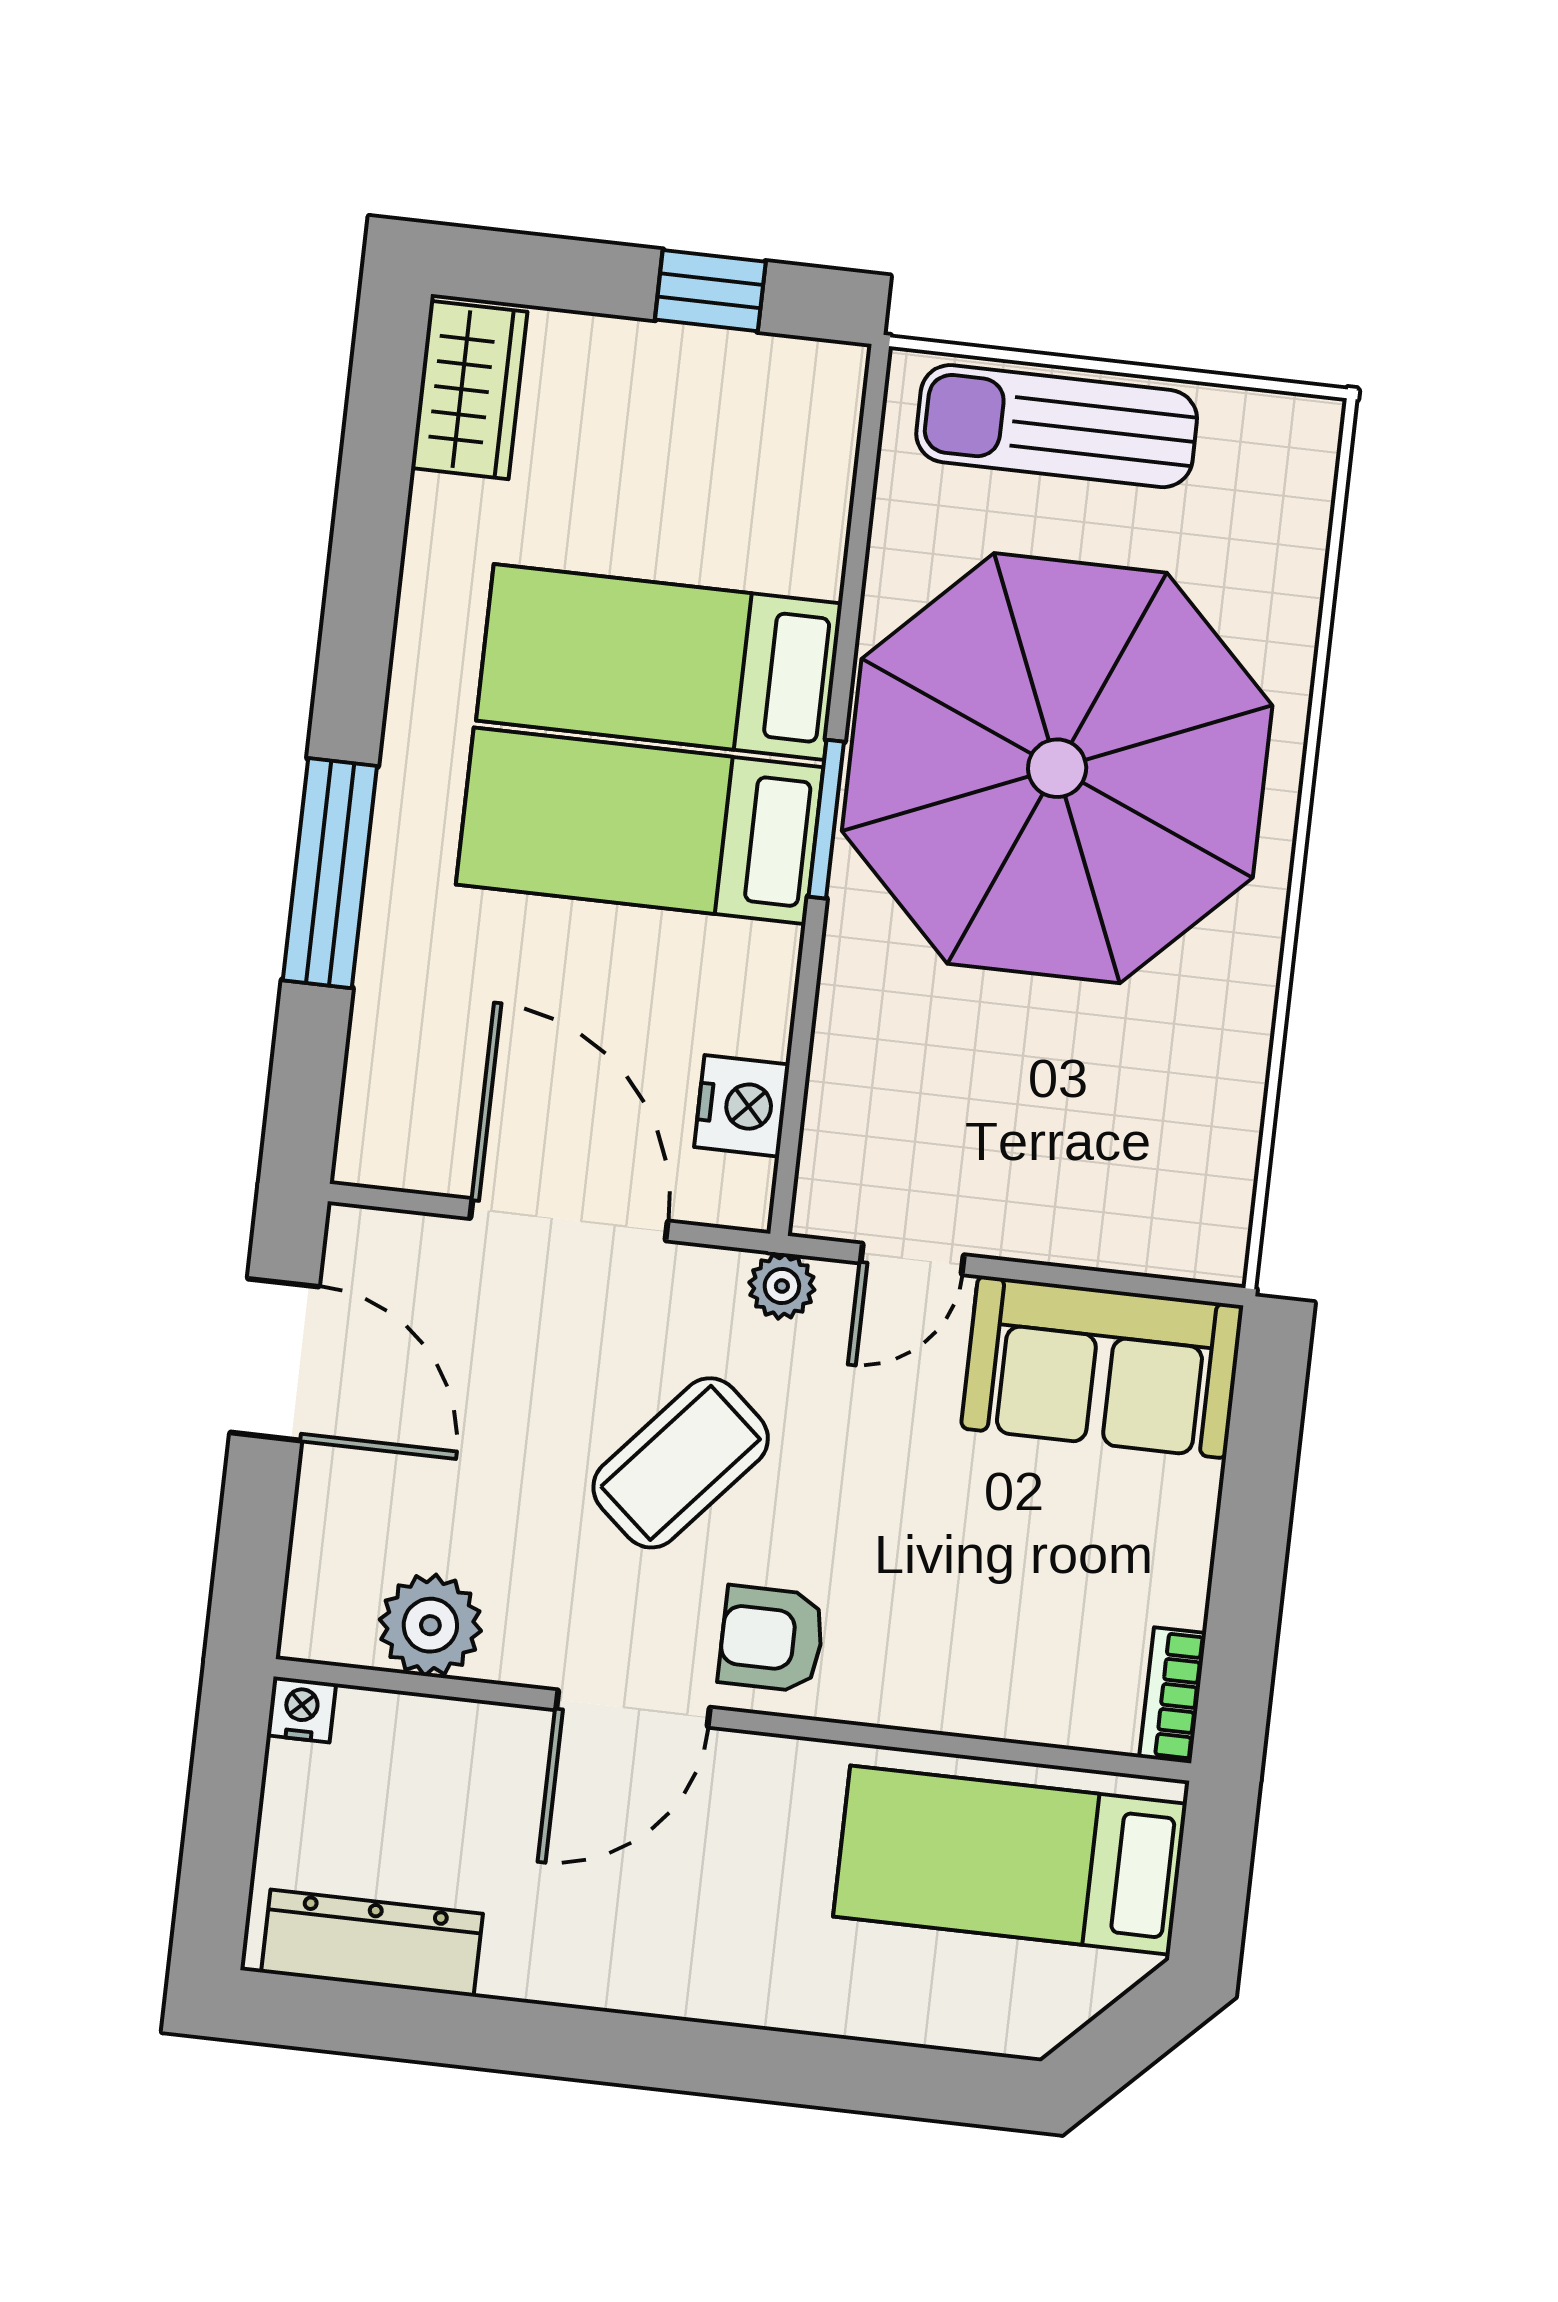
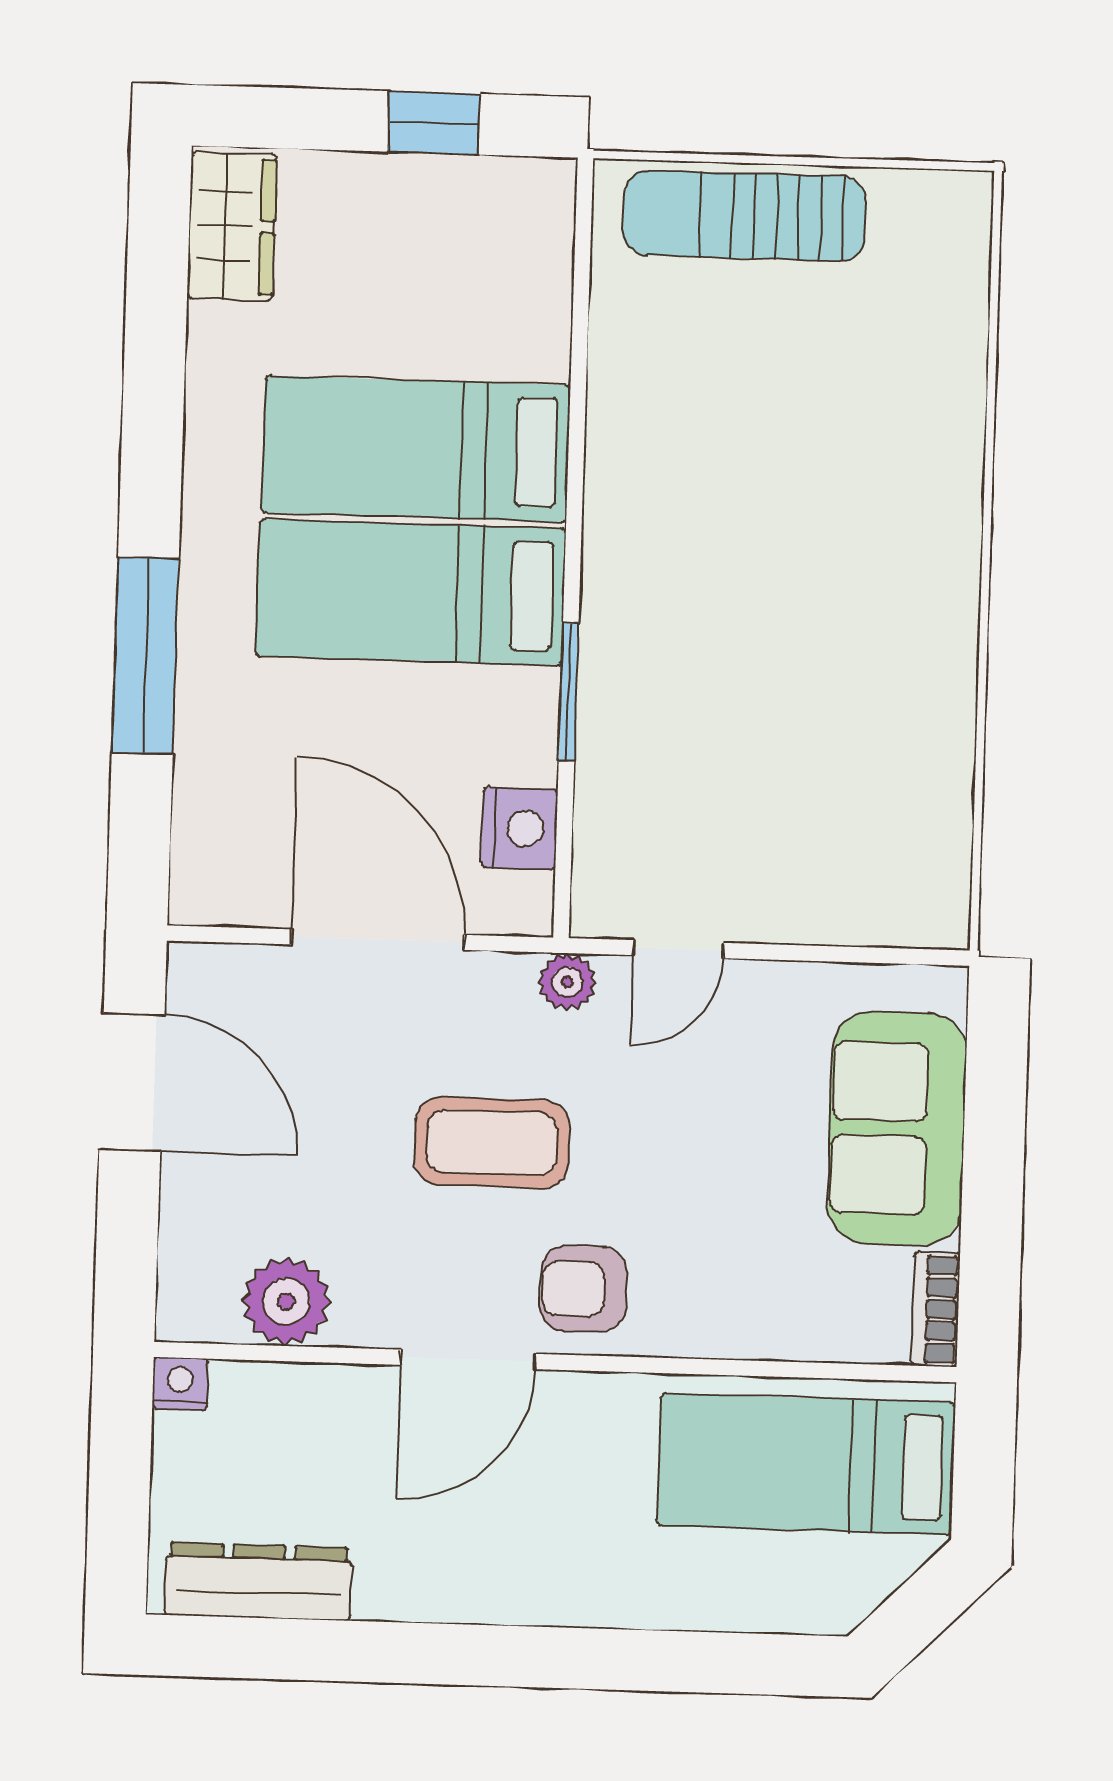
parasol: (1057, 768) -> (769, 513), removed
window: (826, 819) -> (569, 691), moved
sofa: (1102, 1367) -> (897, 1128), moved, turned 90
coffee table: (681, 1463) -> (492, 1143), turned 49

